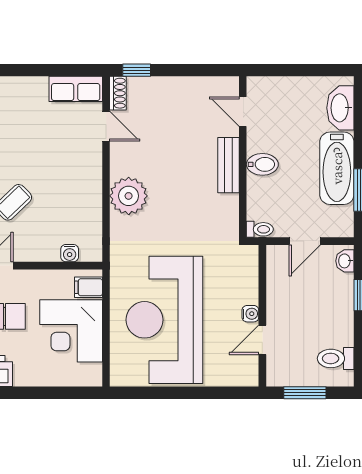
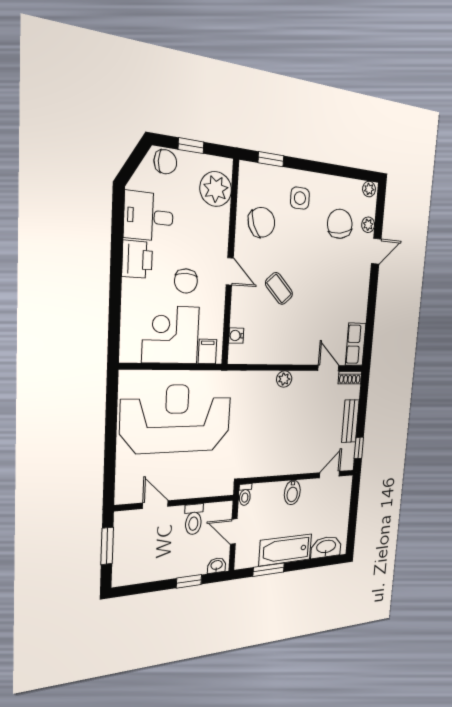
window: (137, 70) -> (359, 448), moved
door: (106, 126) -> (328, 368), swing flipped
bench: (229, 165) -> (350, 421), moved, turned 90
plant: (129, 196) -> (284, 379), width x0.53, depth x0.53
water cooler: (250, 314) -> (178, 493), removed
toilet: (336, 358) -> (194, 519), moved, turned 180

